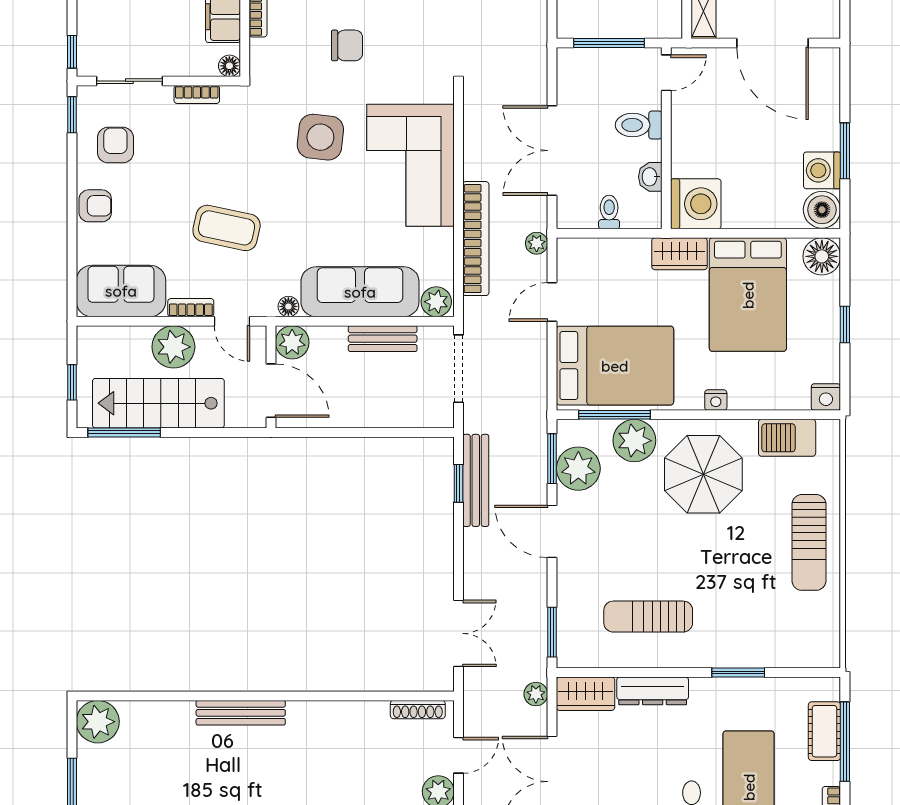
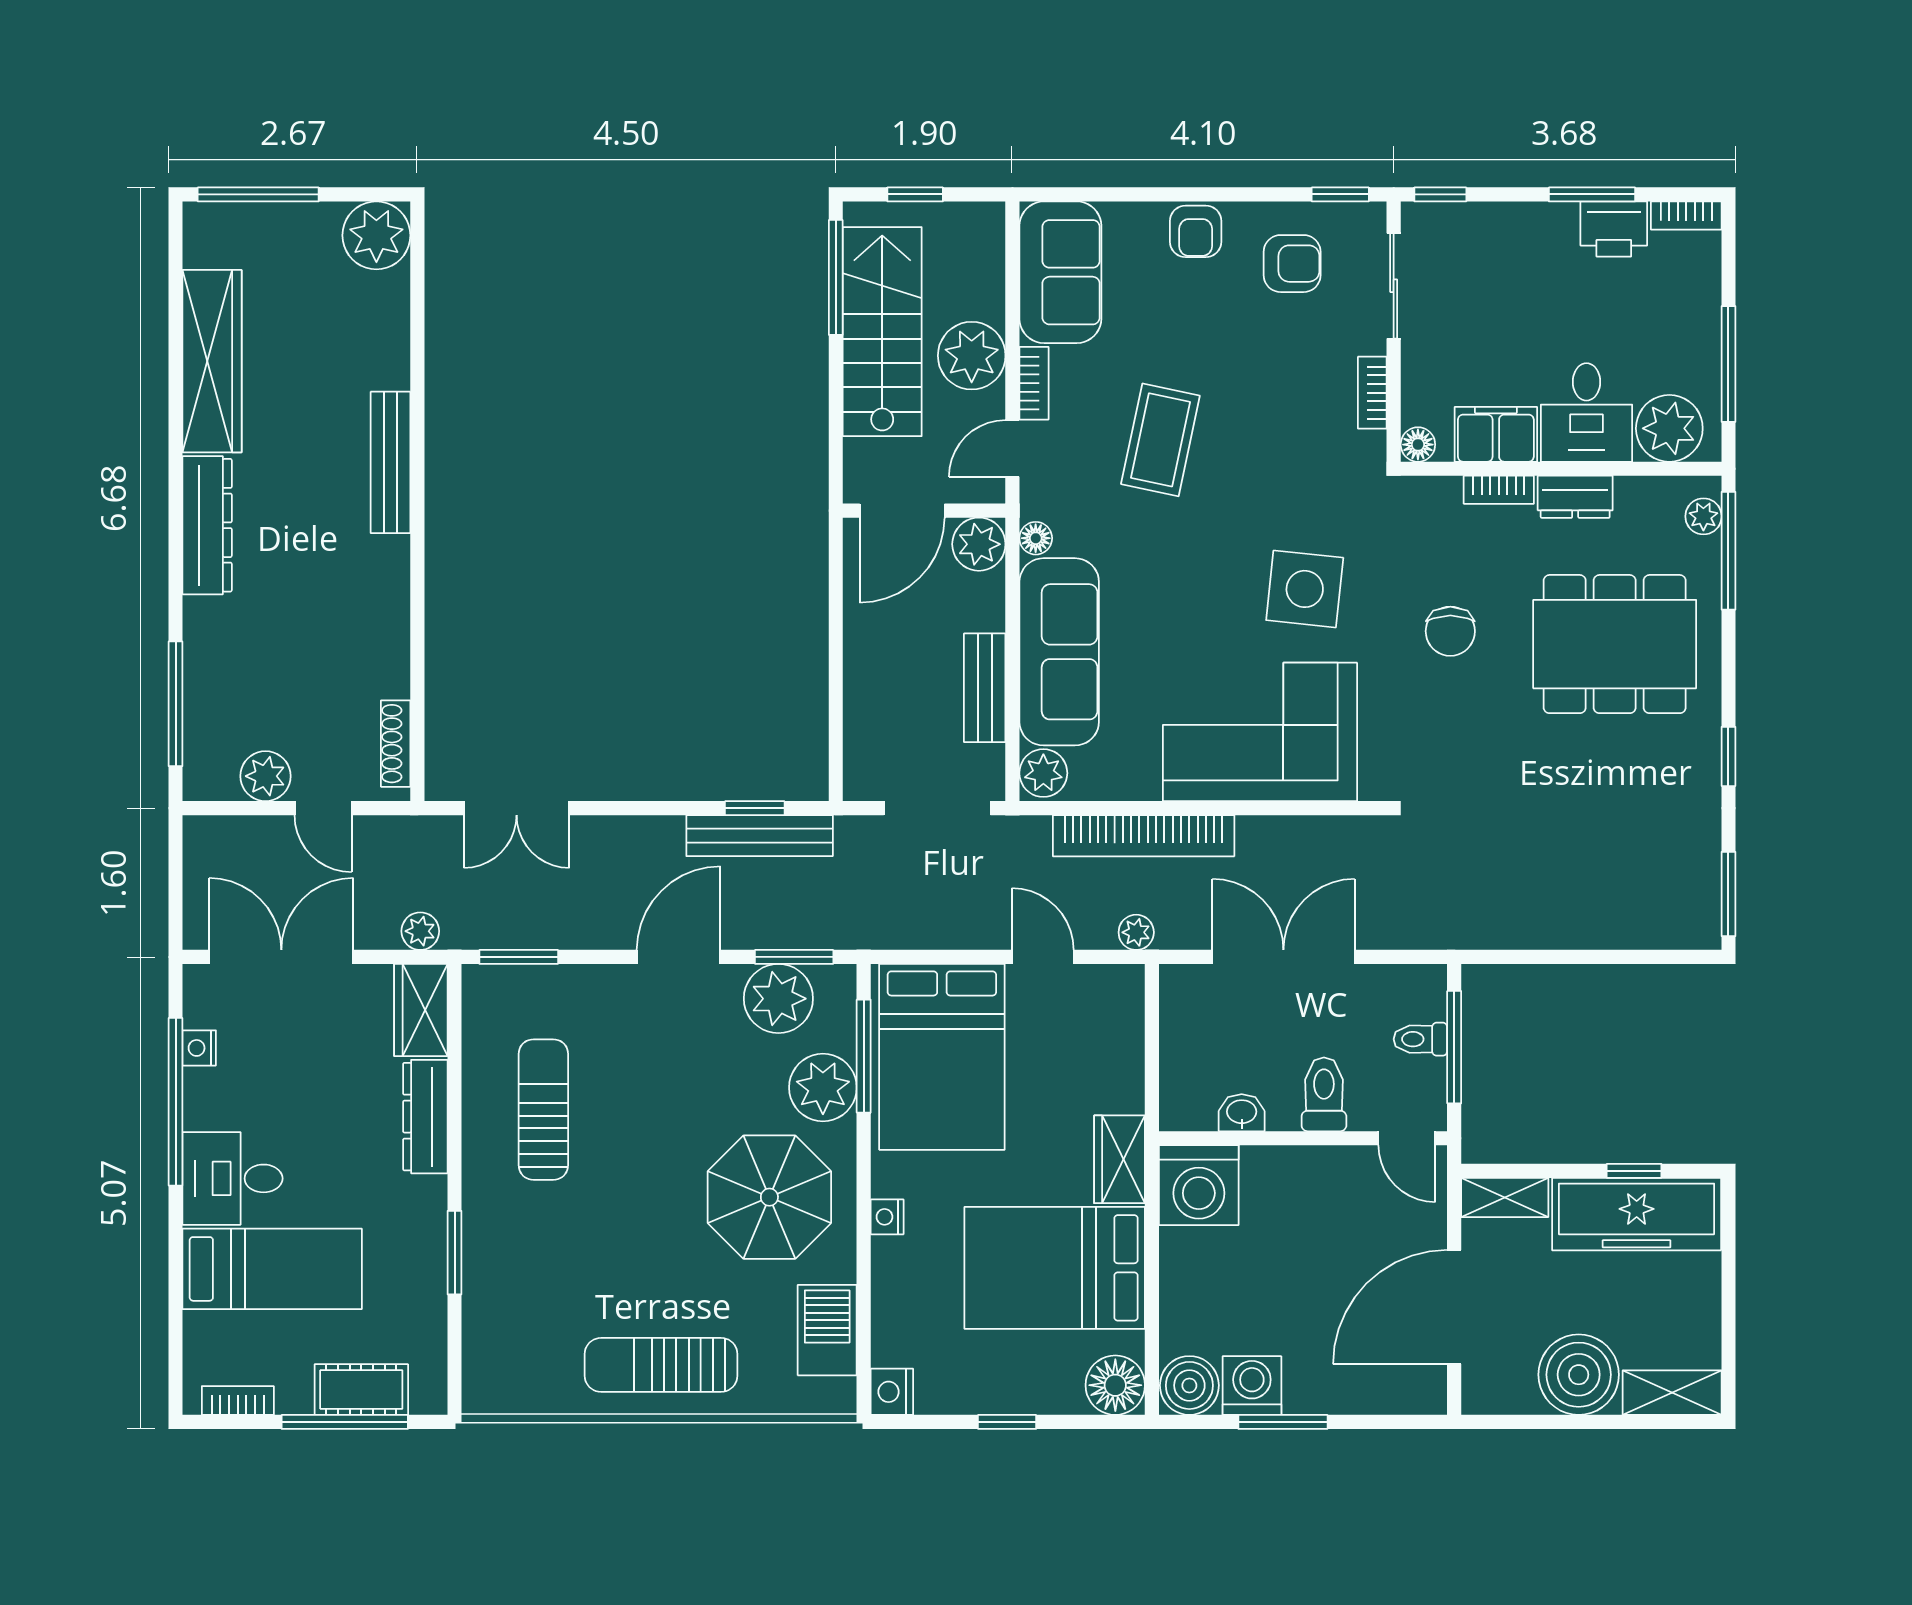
toilet: (609, 212) -> (1420, 1039), moved, turned 180

